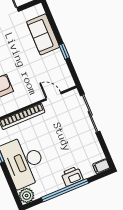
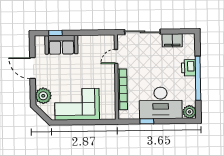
window: (64, 51) -> (55, 33), moved
filing cabinet: (101, 166) -> (172, 40), moved, width x2.00

